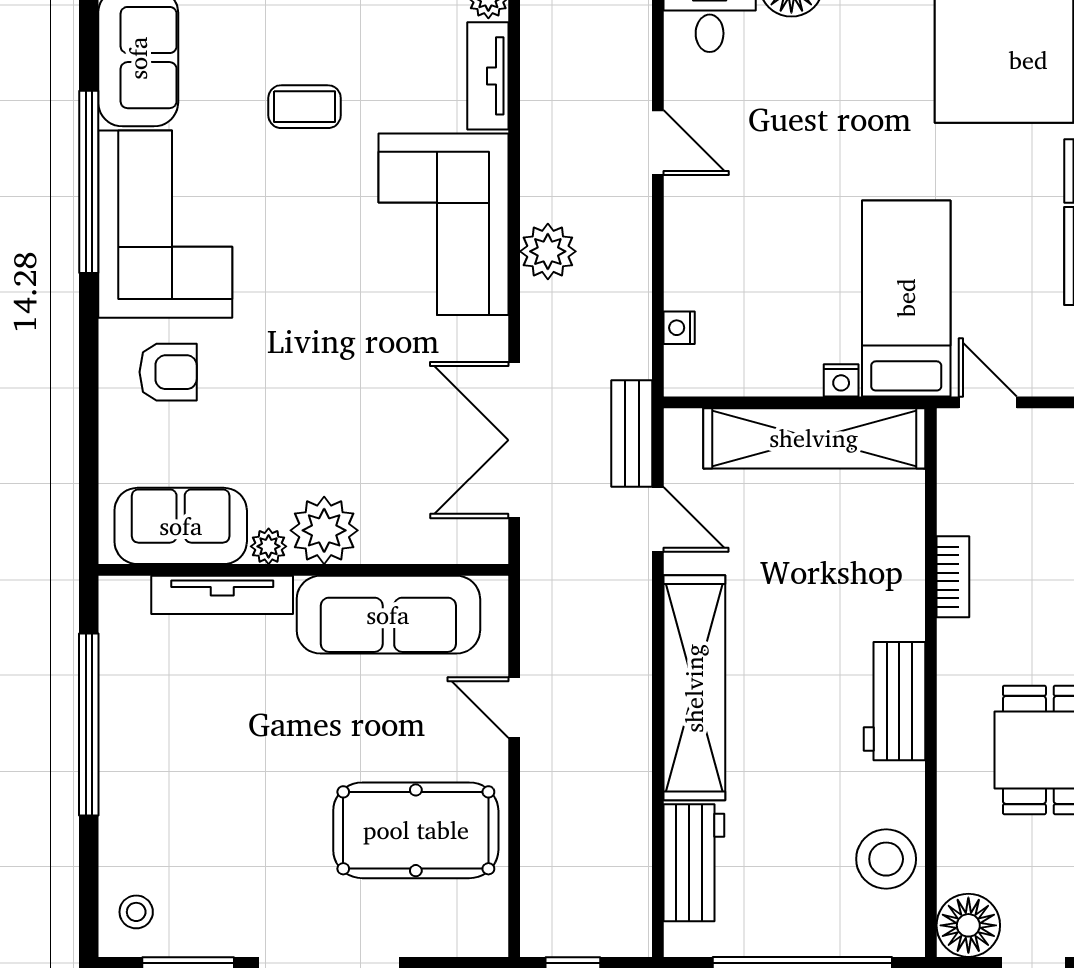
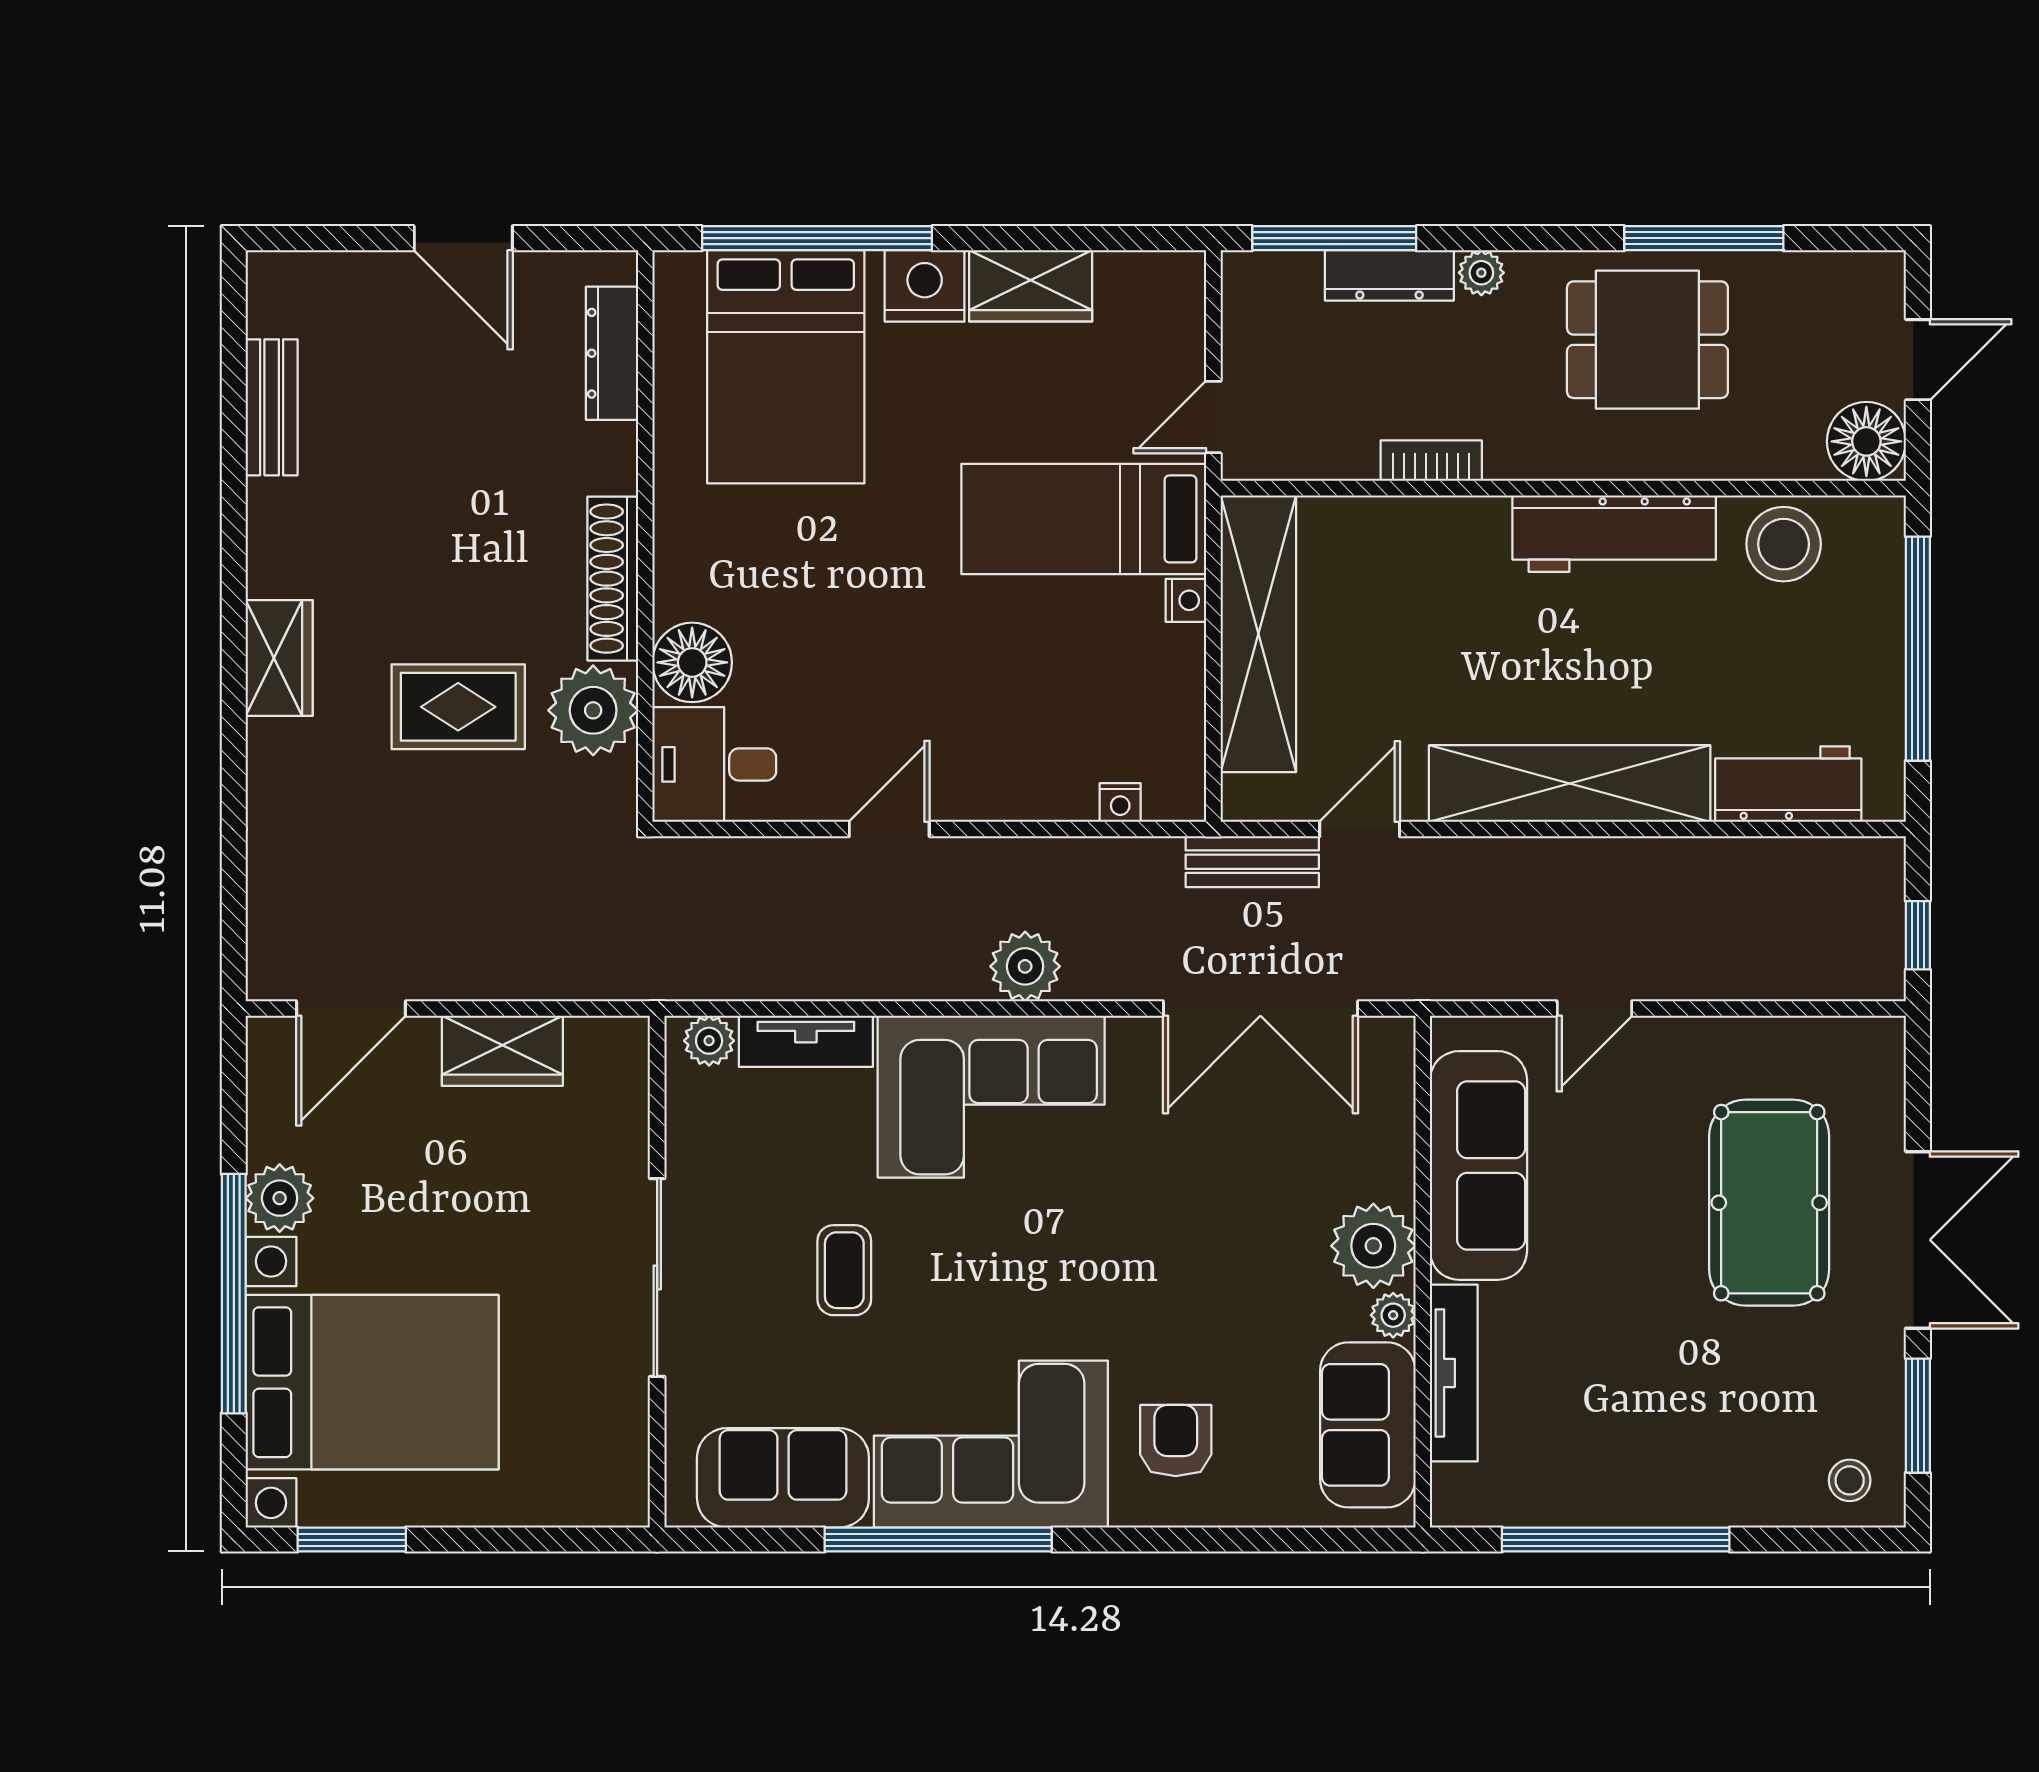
workbench: (895, 701) -> (1614, 534), width x1.38
pool table: (416, 830) -> (1769, 1203), moved

